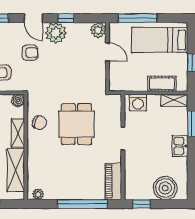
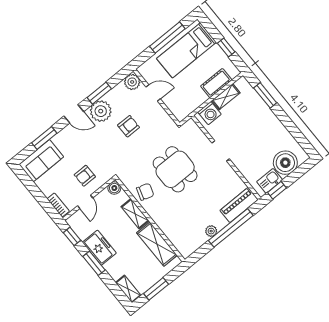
window: (66, 18) -> (99, 93), width x1.50
window: (138, 18) -> (167, 38), moved
armchair: (30, 53) -> (129, 126), moved
shelving: (174, 100) -> (226, 97), moved
kitchen sink: (180, 146) -> (270, 181), moved, turned 90
piano: (113, 182) -> (239, 205), moved, turned 90
plant: (38, 194) -> (211, 231), moved

